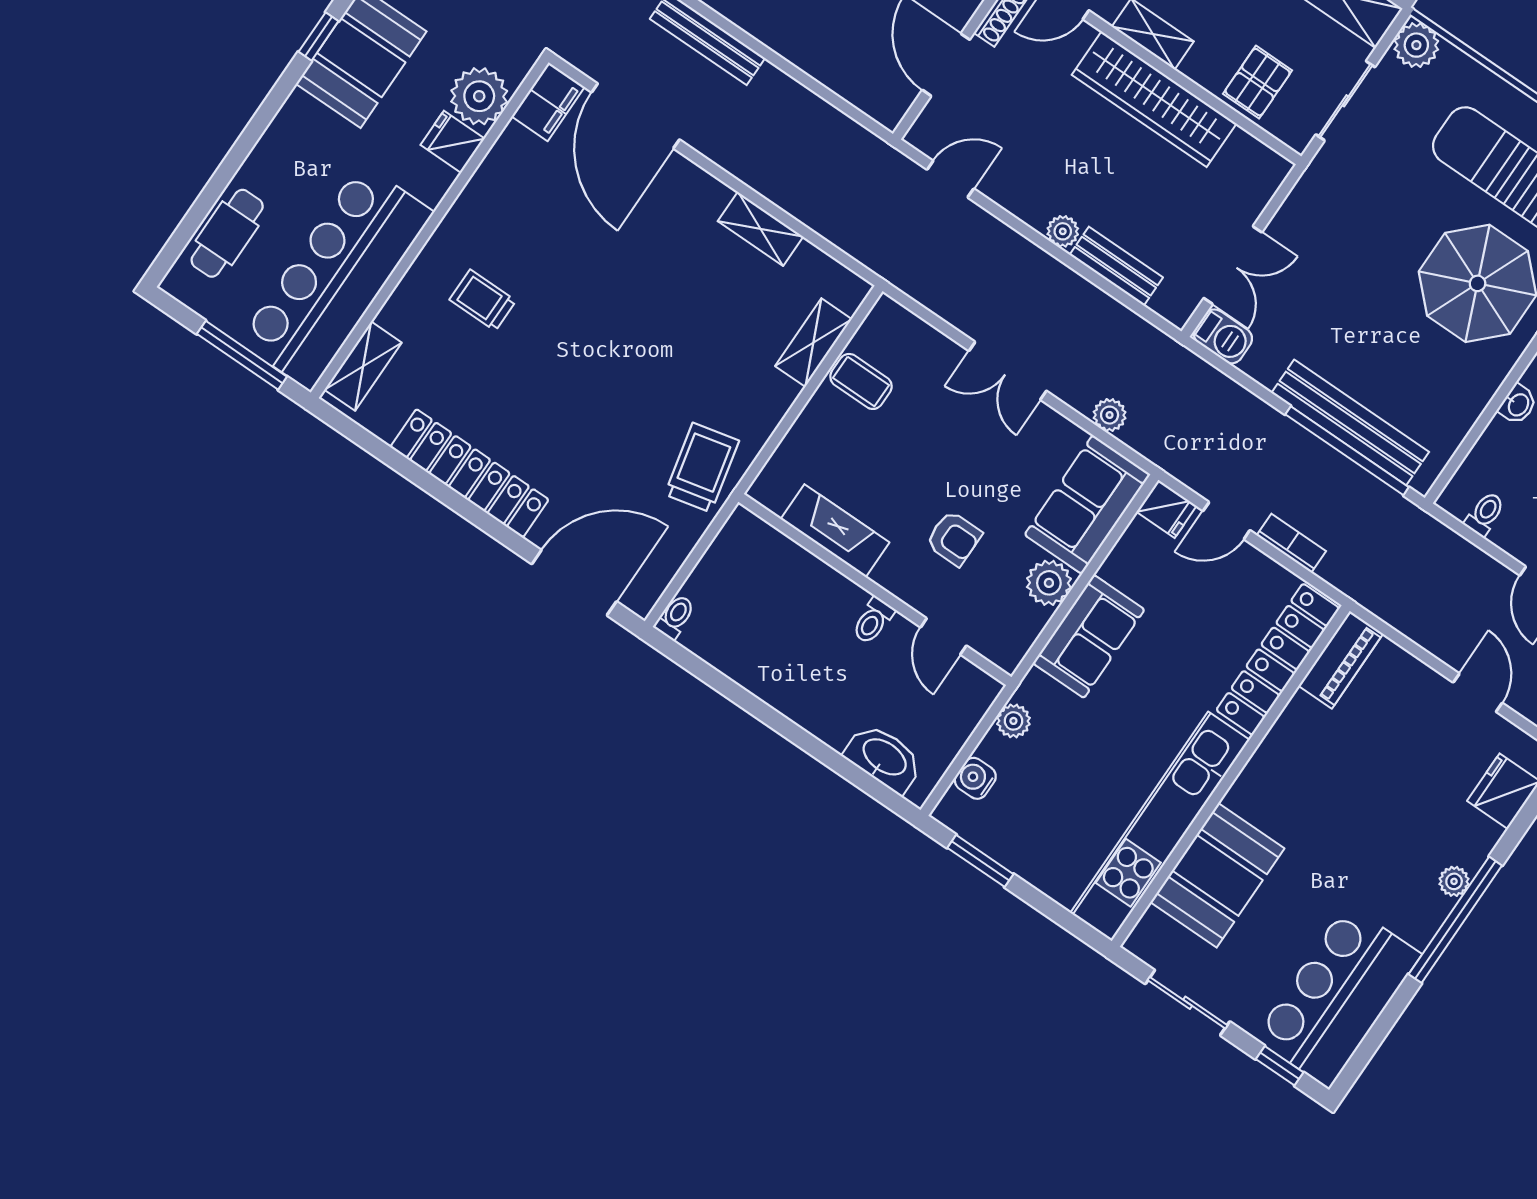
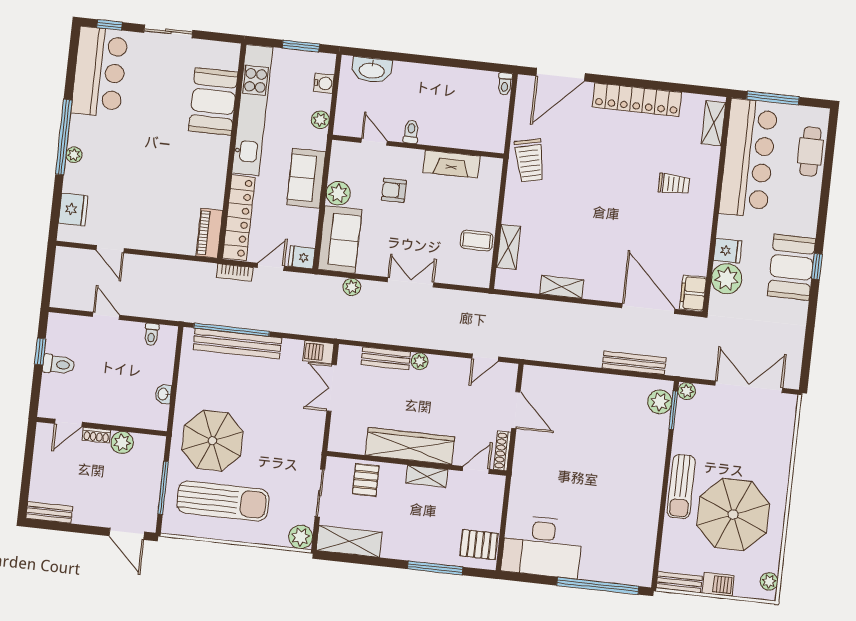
locker: (1278, 659) -> (239, 218), moved
piano: (1341, 660) -> (209, 233), moved
wall: (1231, 776) -> (232, 151), moved
kitchen unit: (1160, 826) -> (252, 110), moved
booth: (1217, 875) -> (213, 101), moved

